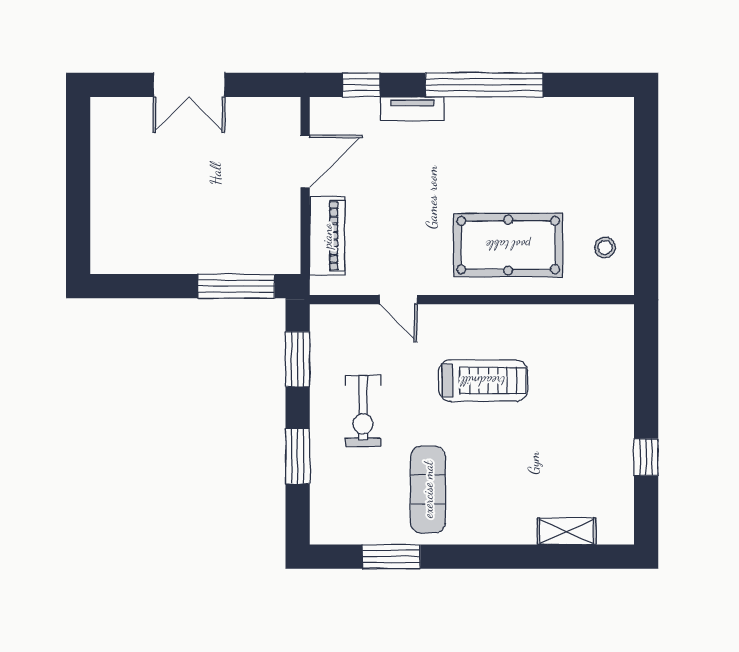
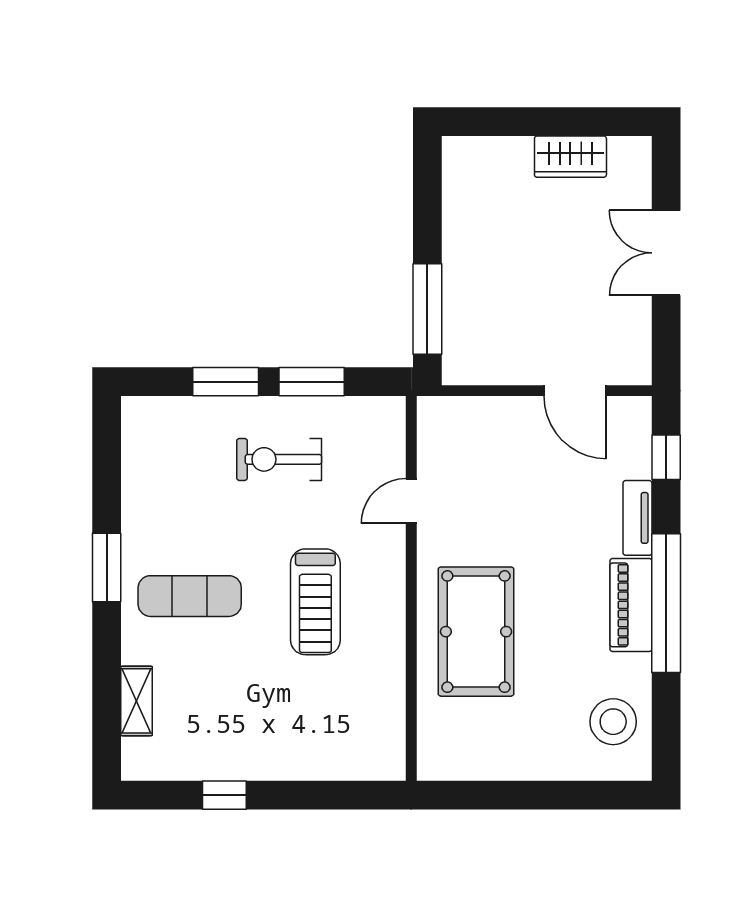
wardrobe: (108, 165) -> (570, 157), added
piano: (327, 236) -> (631, 605), moved, turned 90
stool: (605, 247) -> (613, 722), moved, width x1.89, depth x1.89
window: (298, 359) -> (312, 382), moved
exercise mat: (428, 489) -> (190, 596), moved
window: (391, 557) -> (107, 568), moved

